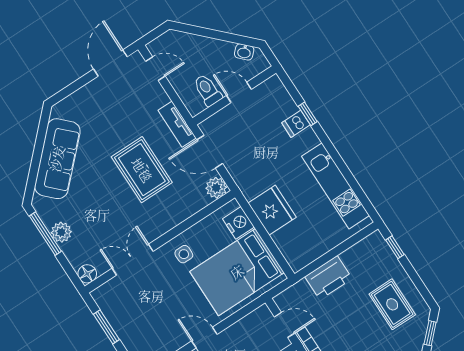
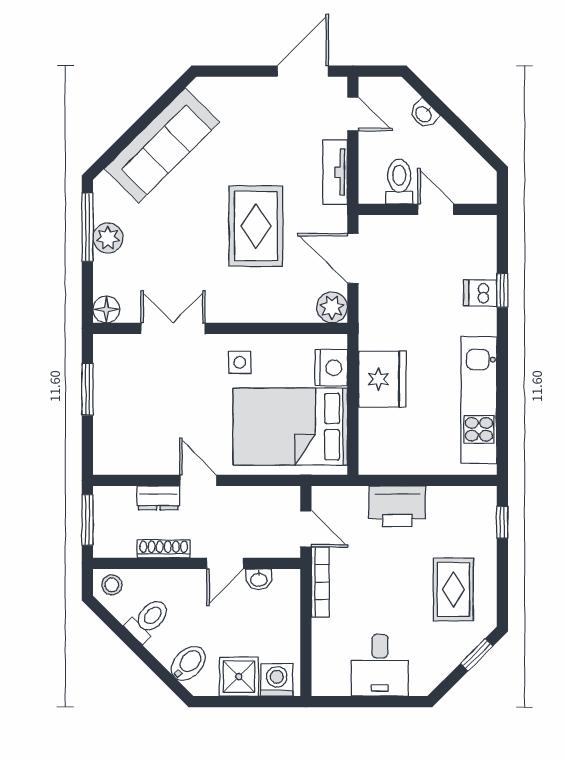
washbasin: (244, 52) -> (424, 114), moved
tv unit: (177, 124) -> (335, 172), moved

